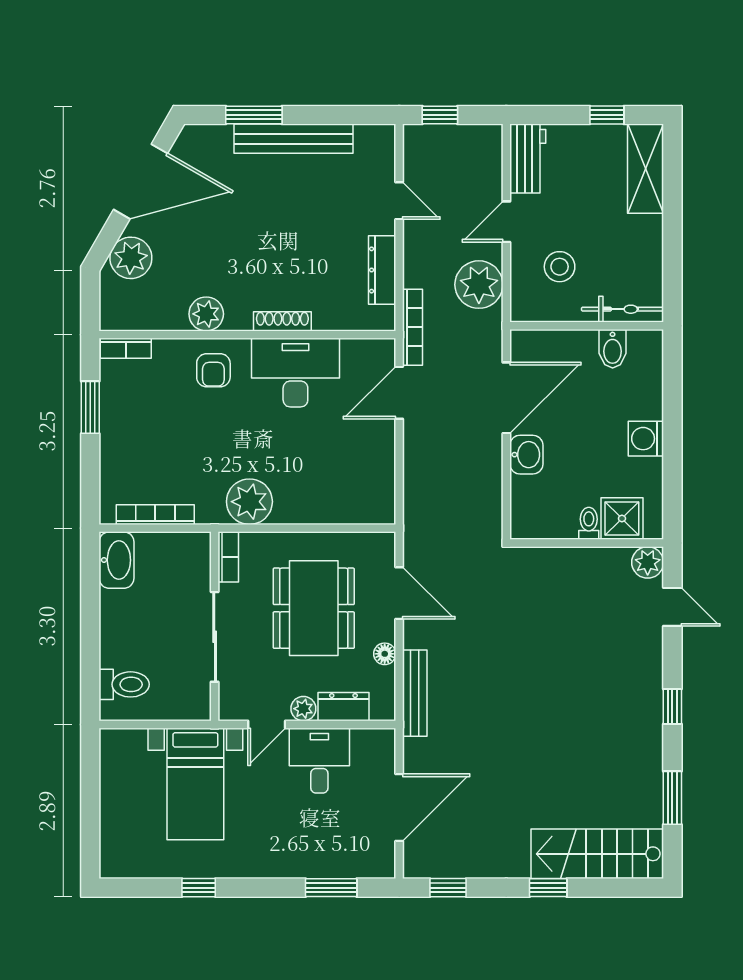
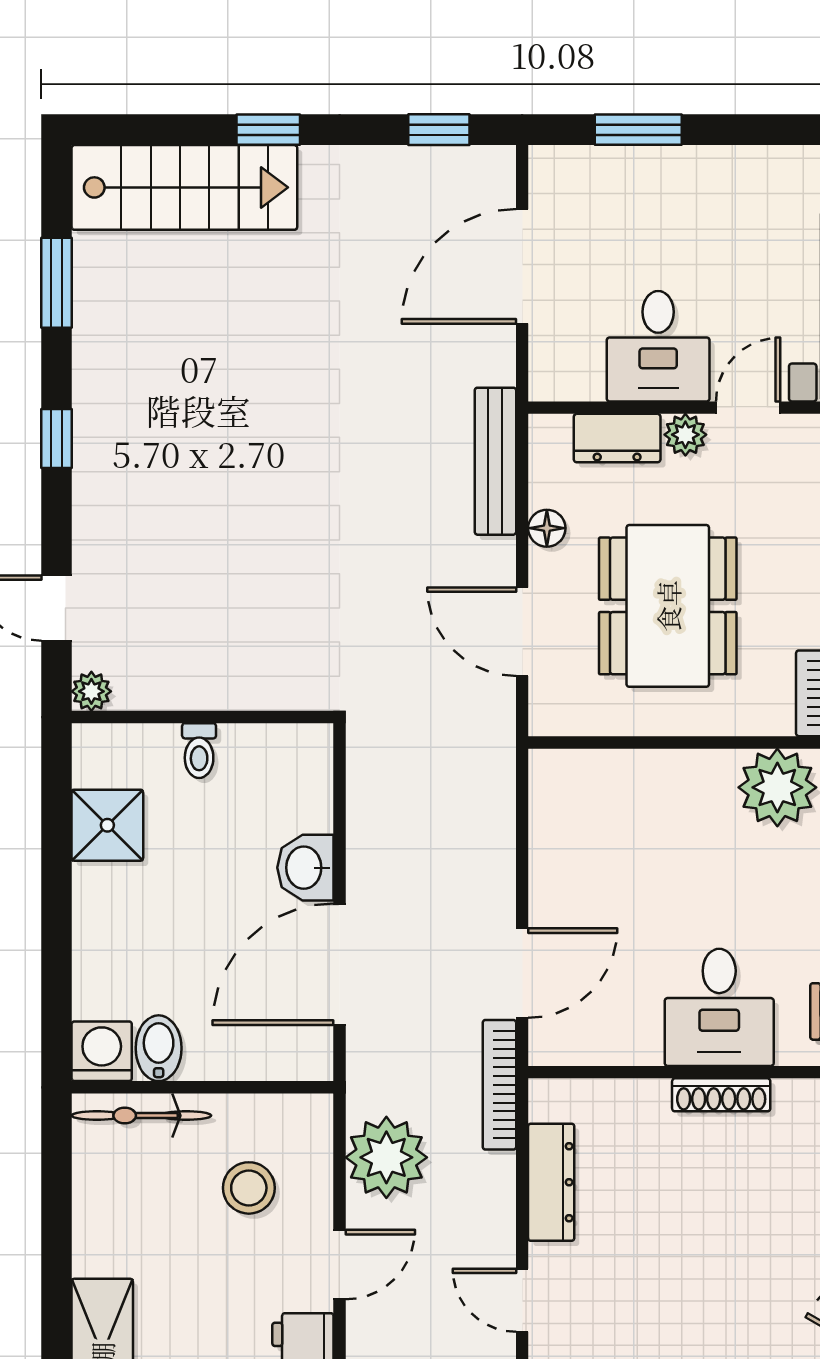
desk: (295, 373) -> (719, 1007), width x0.73
washing machine: (646, 439) -> (102, 1051), moved, turned -90
shower: (622, 518) -> (107, 825), moved
plant: (648, 562) -> (91, 691), width x0.73, depth x0.73

